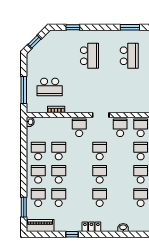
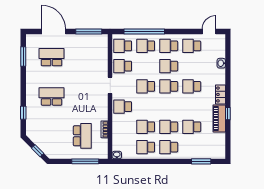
school desk: (38, 198) -> (169, 66), moved
piano: (40, 225) -> (219, 118), moved

